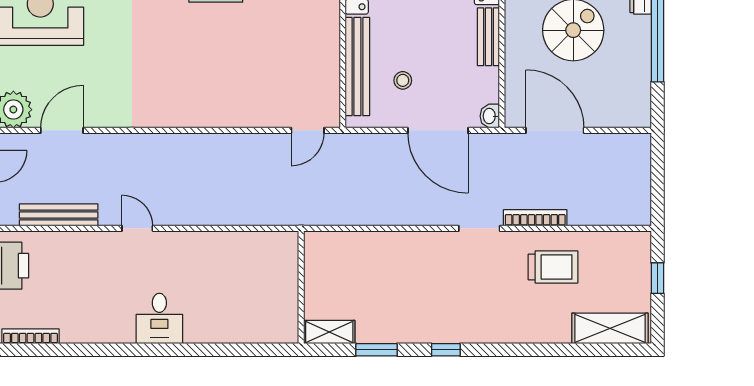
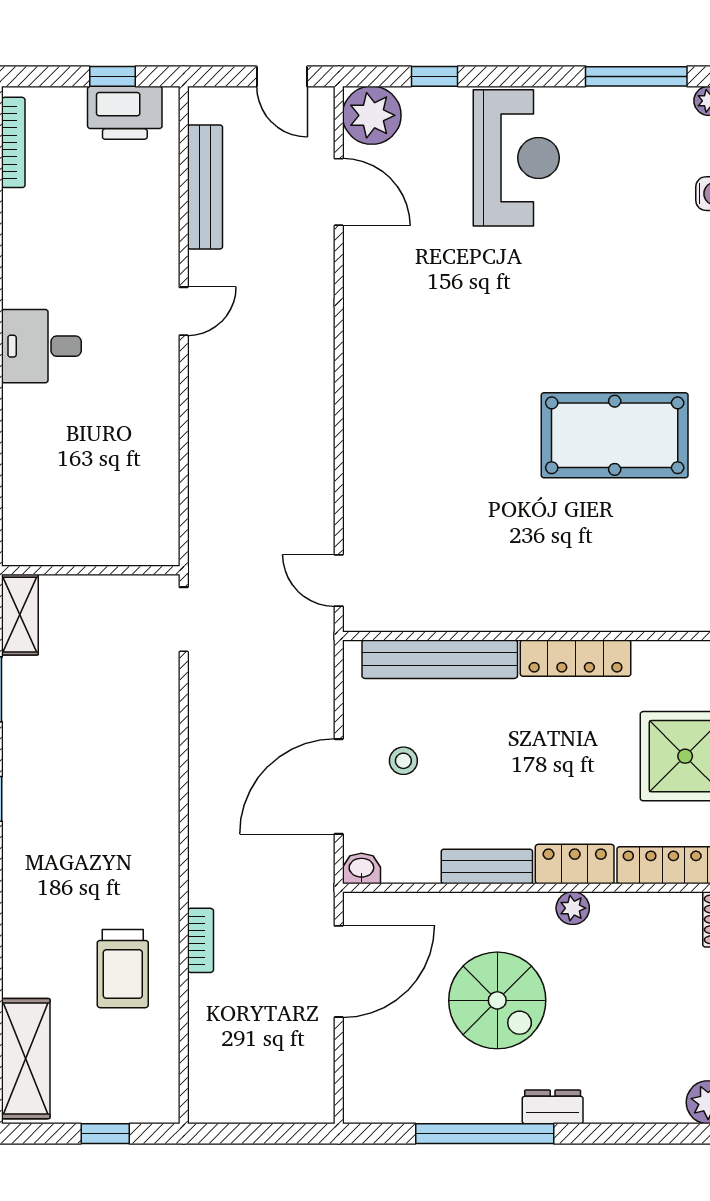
stool: (403, 80) -> (403, 761), moved
bookcase: (535, 218) -> (200, 940), width x0.64
doorway: (479, 228) -> (184, 619), moved

